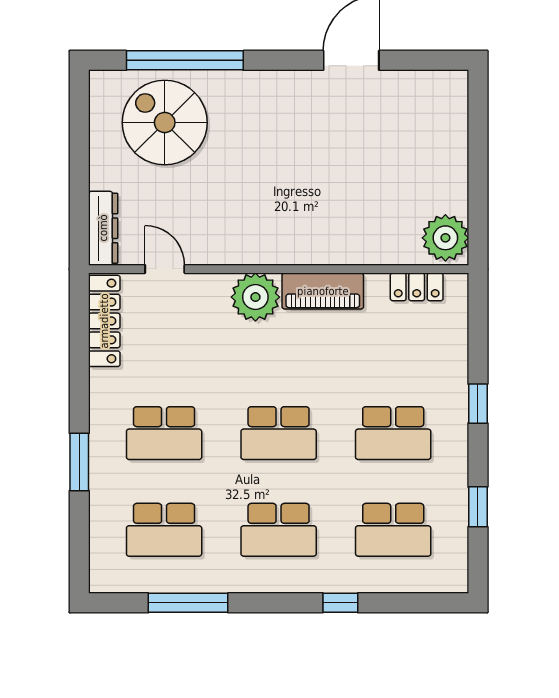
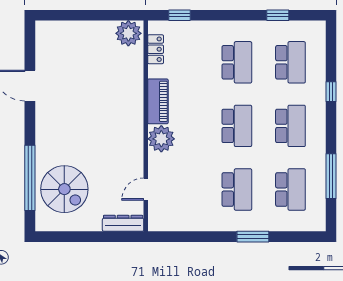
spiral stairs: (165, 123) -> (64, 189), turned -90
locker: (104, 321) -> (175, 223), removed
window: (478, 404) -> (180, 15), moved

